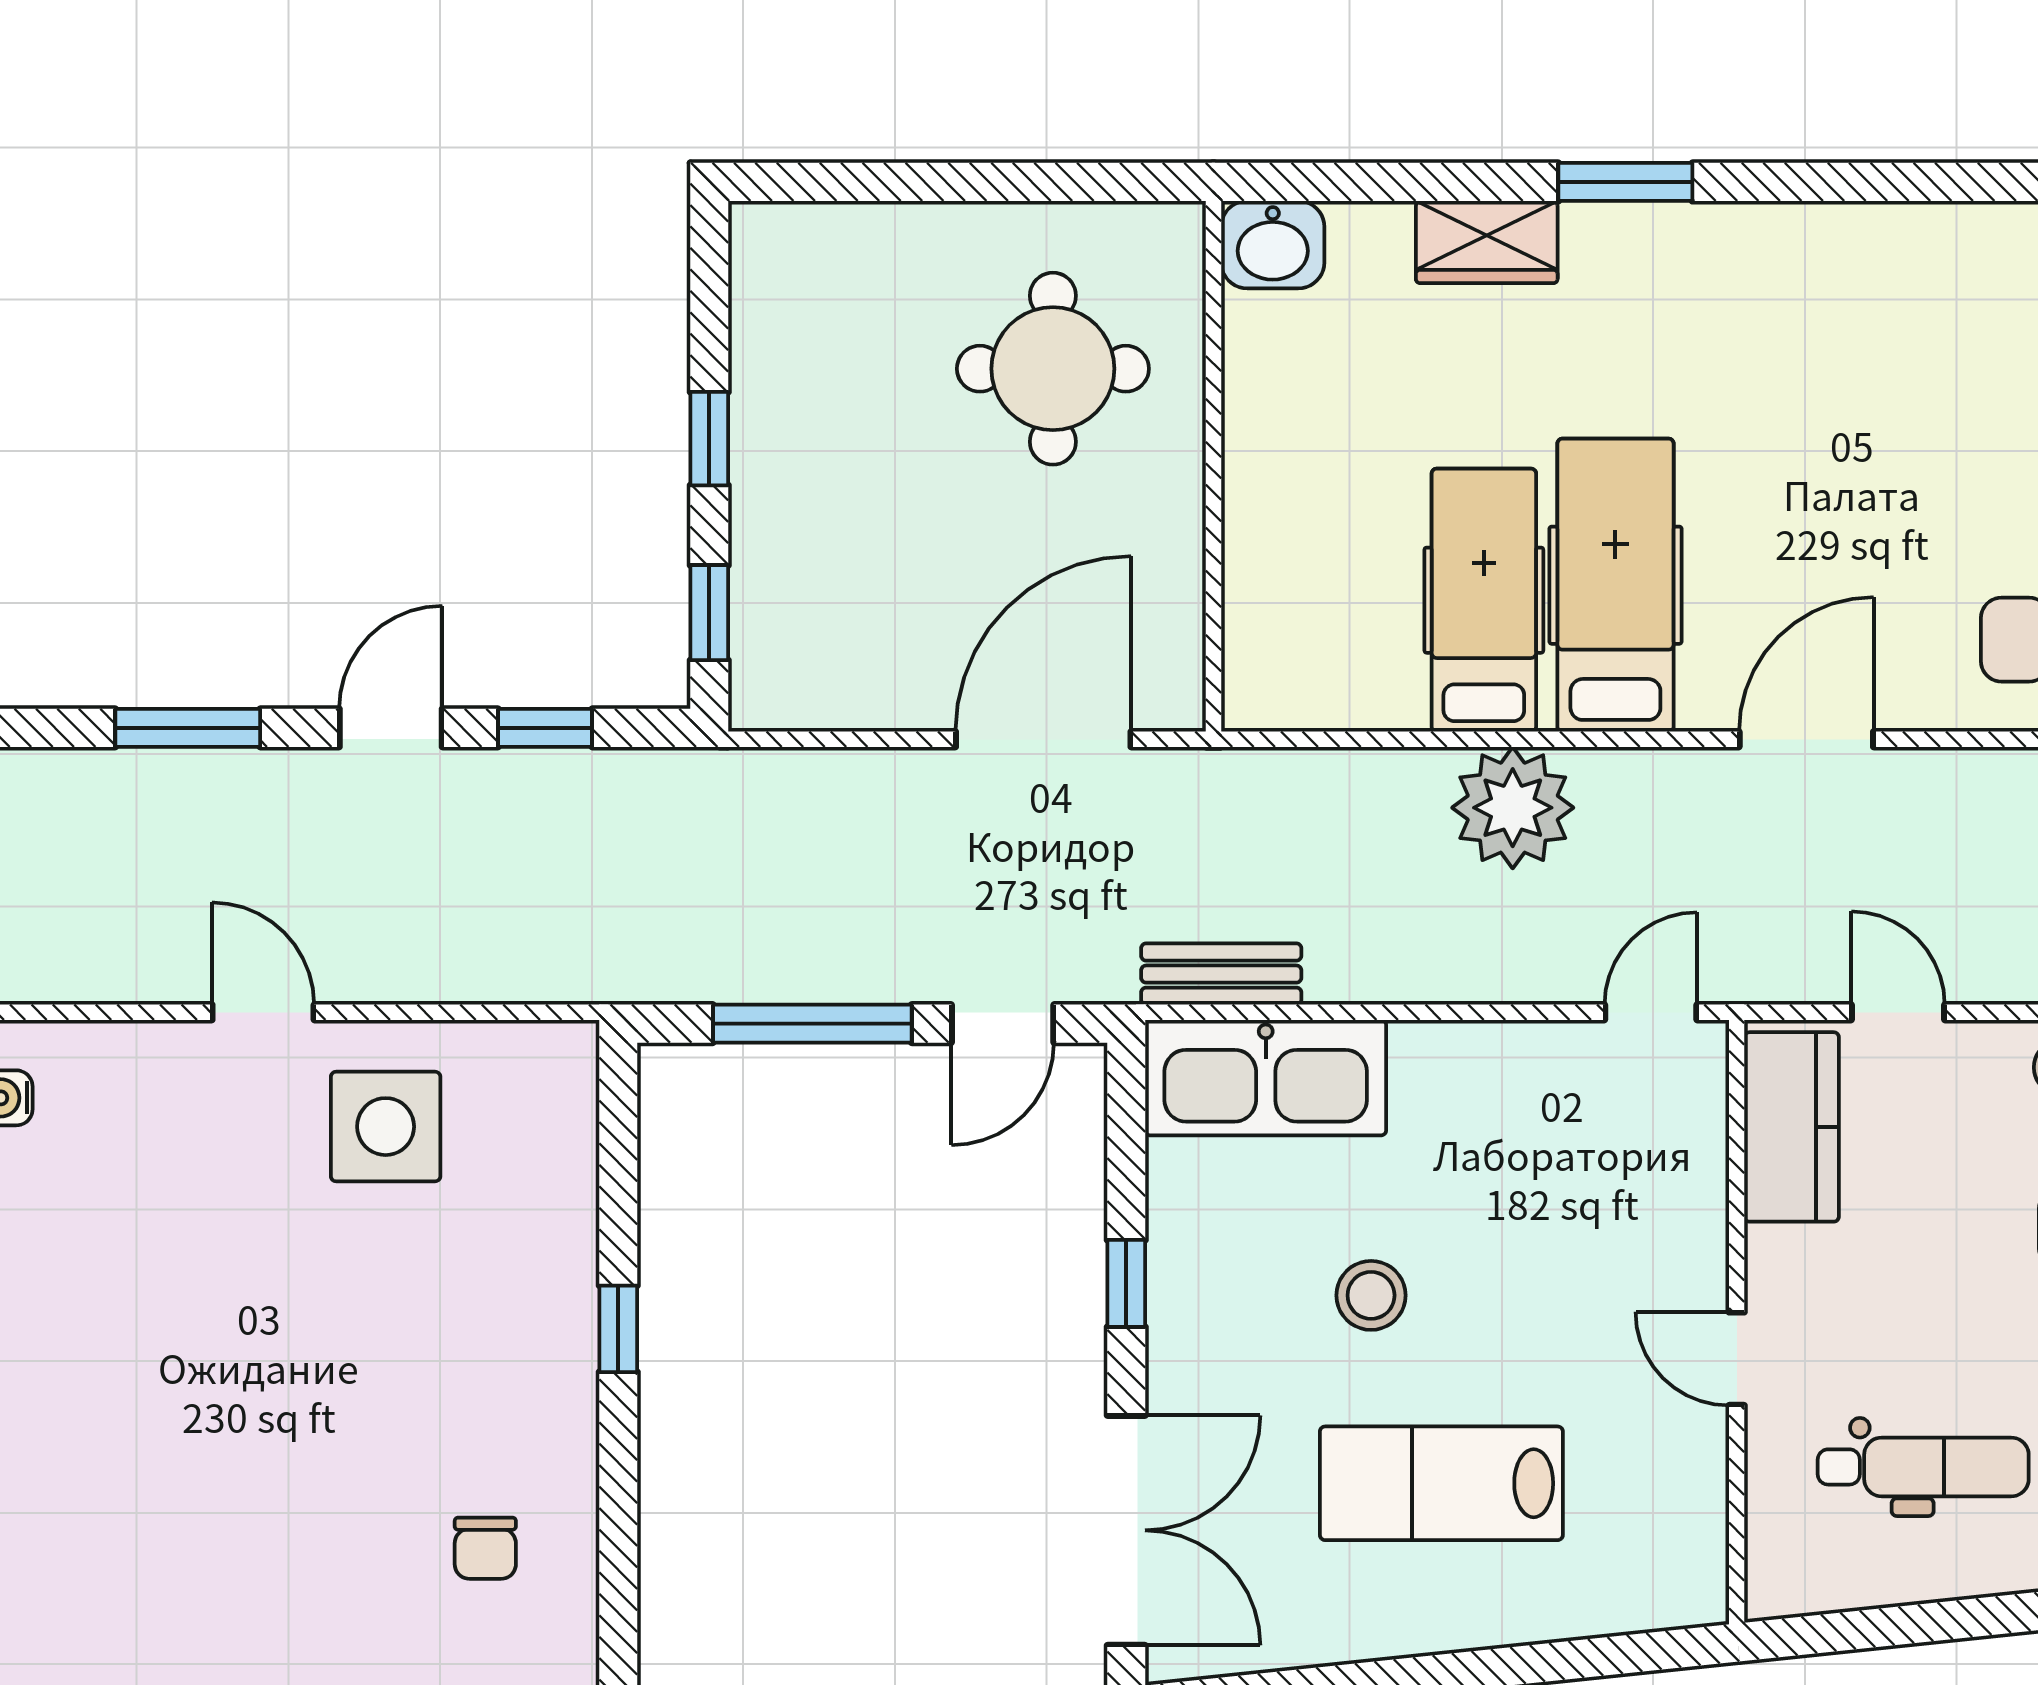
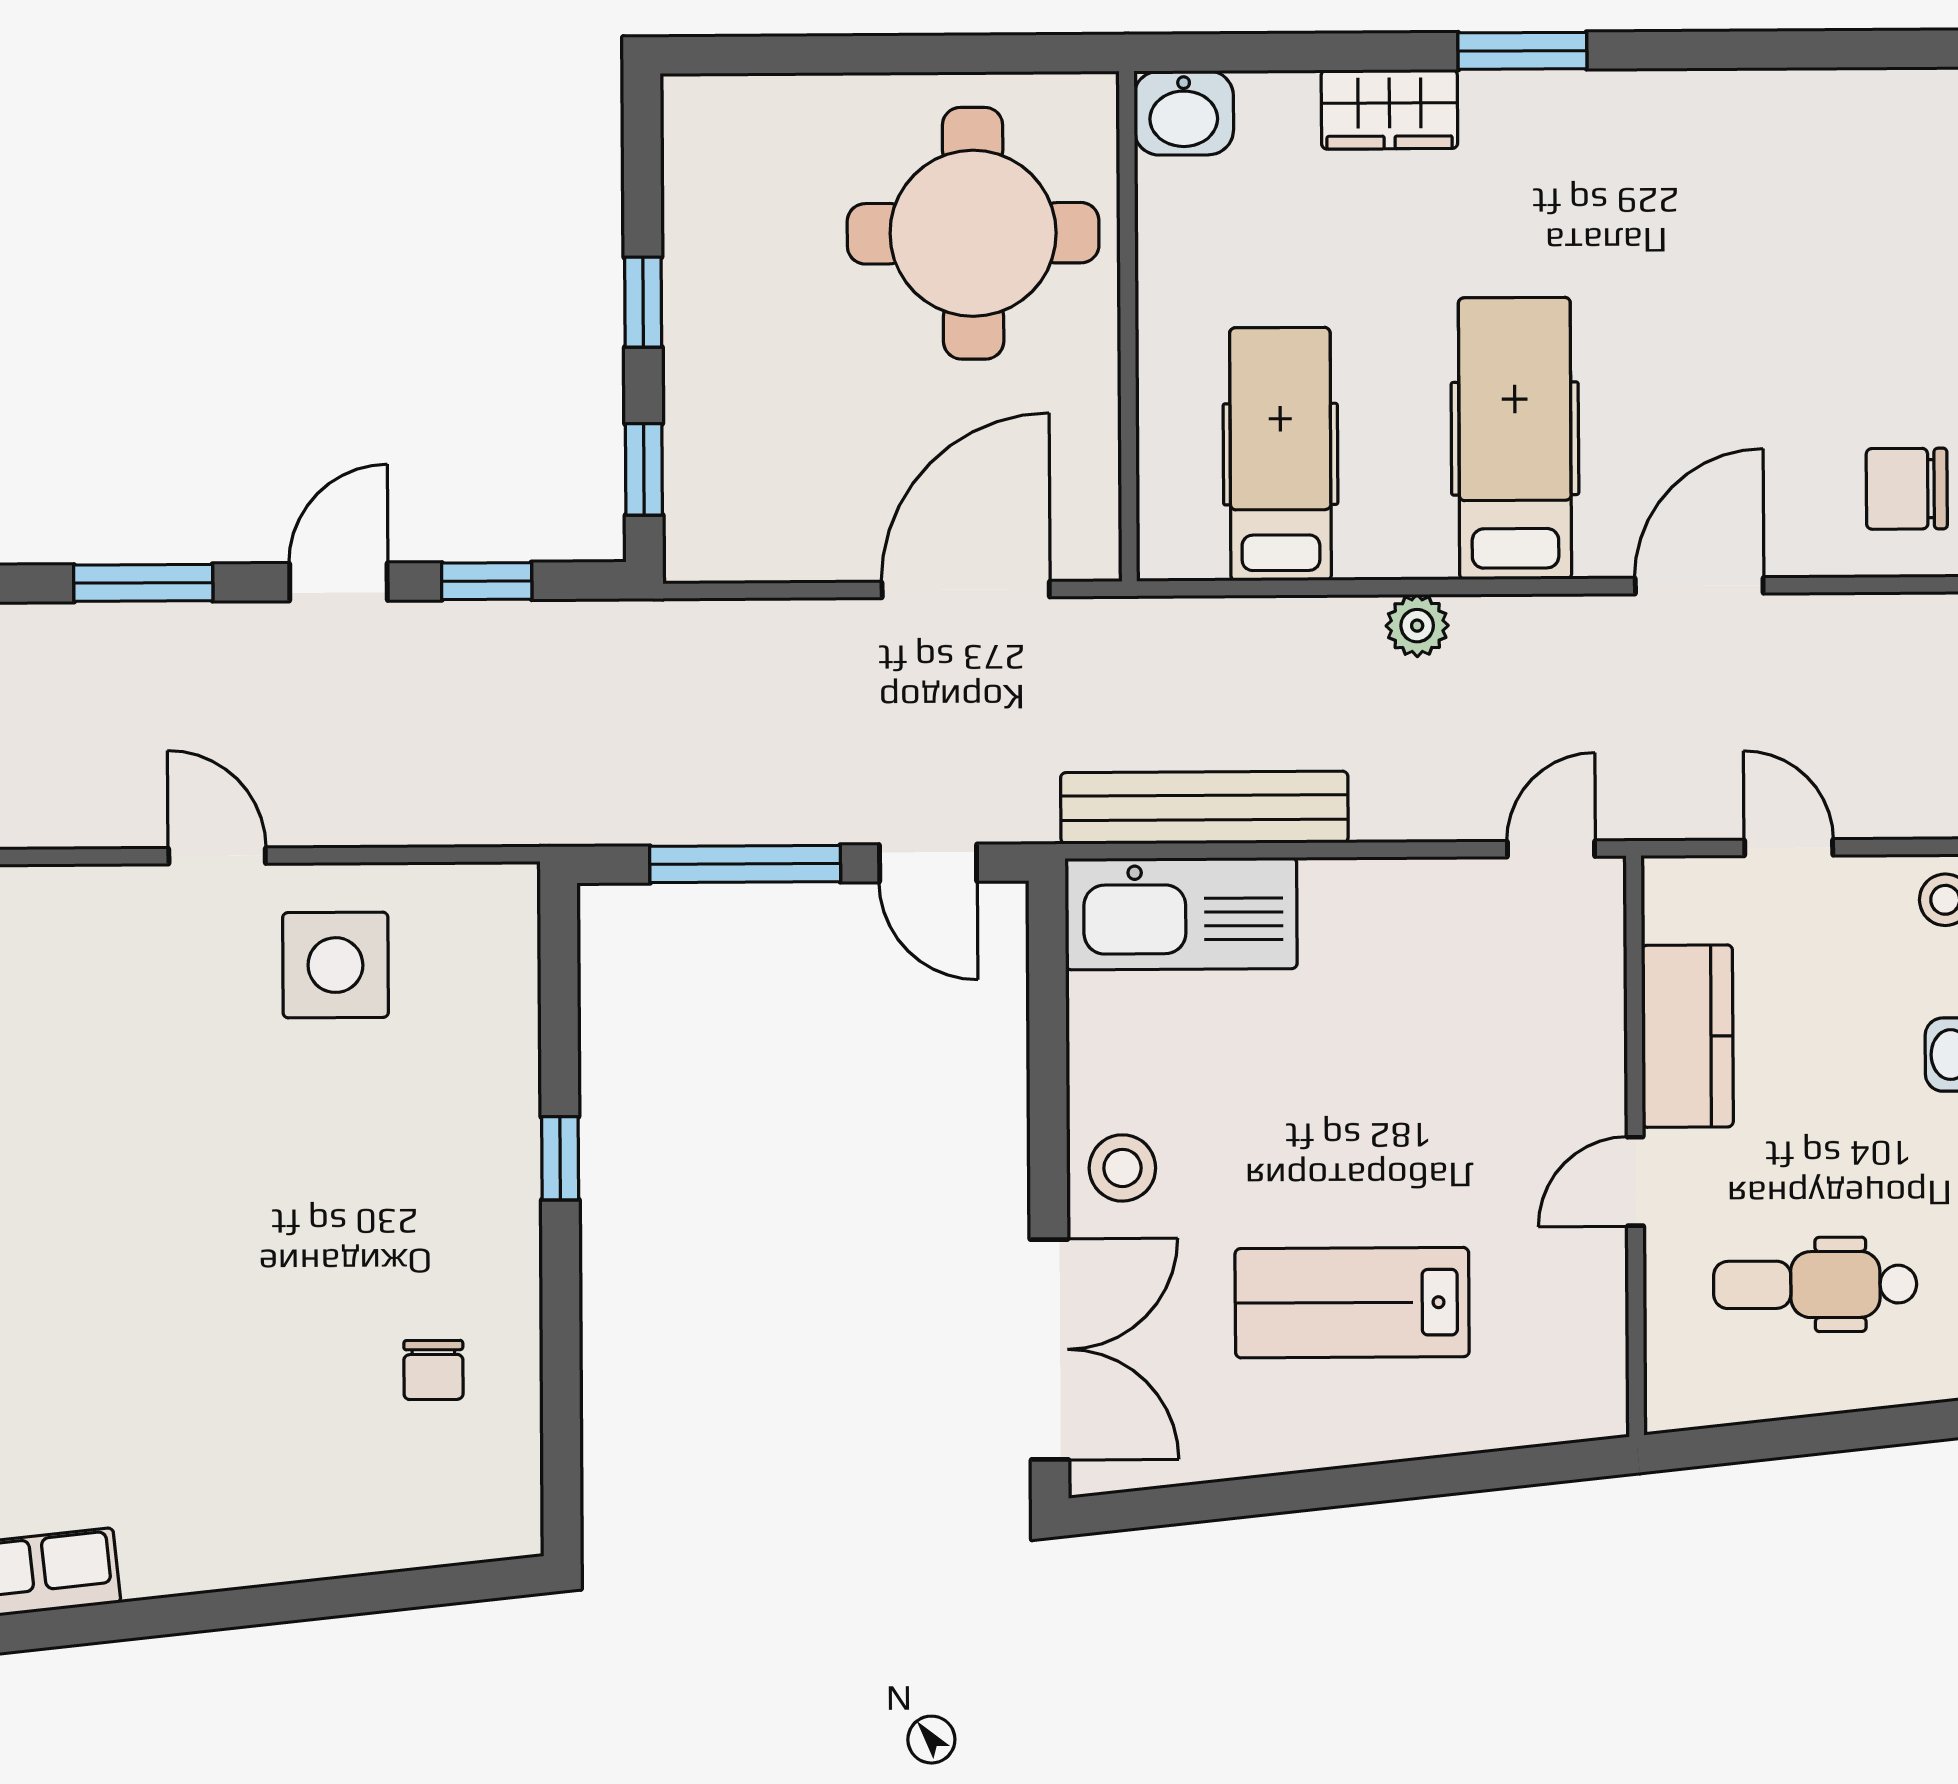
round table: (1053, 369) -> (973, 233), width x1.36, depth x1.36
hospital bed: (1484, 600) -> (1280, 454), moved
plant: (1513, 808) -> (1417, 626), width x0.53, depth x0.53
bench: (1221, 974) -> (1204, 808), width x1.86, depth x1.21
door: (1003, 1024) -> (928, 863), hinge flipped
kitchen counter: (1792, 1127) -> (1687, 1036), moved
window: (1126, 1283) -> (1048, 1112), removed
stool: (1371, 1295) -> (1122, 1168), moved
door: (1737, 1359) -> (1635, 1181), hinge flipped
dental chair: (1923, 1467) -> (1815, 1285), turned 180

